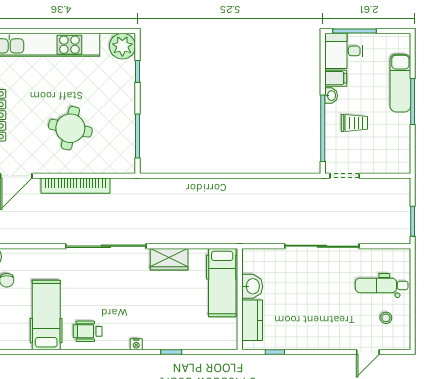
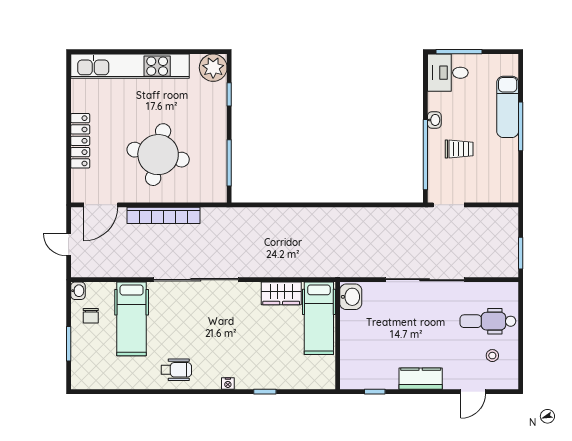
filing cabinet: (336, 78) -> (439, 102), removed
round table: (70, 128) -> (158, 155), width x1.36, depth x1.36
wardrobe: (169, 259) -> (281, 293), moved
washbasin: (252, 286) -> (351, 297), moved
hospital bed: (46, 315) -> (132, 319), moved, turned 180
kitchen counter: (252, 320) -> (421, 379), moved, turned -90
wheelchair: (88, 331) -> (176, 370), turned 180

